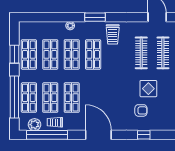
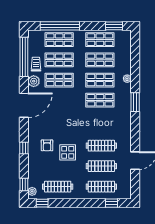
trolley: (113, 34) -> (119, 119), removed
window: (14, 54) -> (114, 26), moved
plant: (35, 125) -> (34, 81), moved

